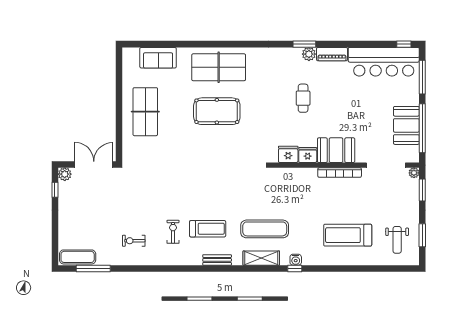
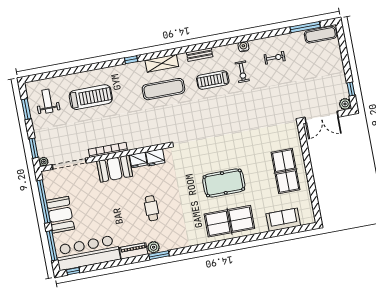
booth: (406, 125) -> (60, 215), moved
water cooler: (296, 260) -> (243, 47), moved

